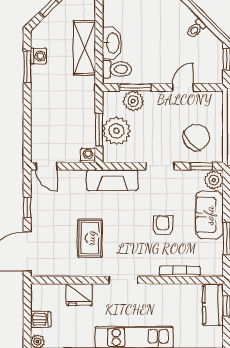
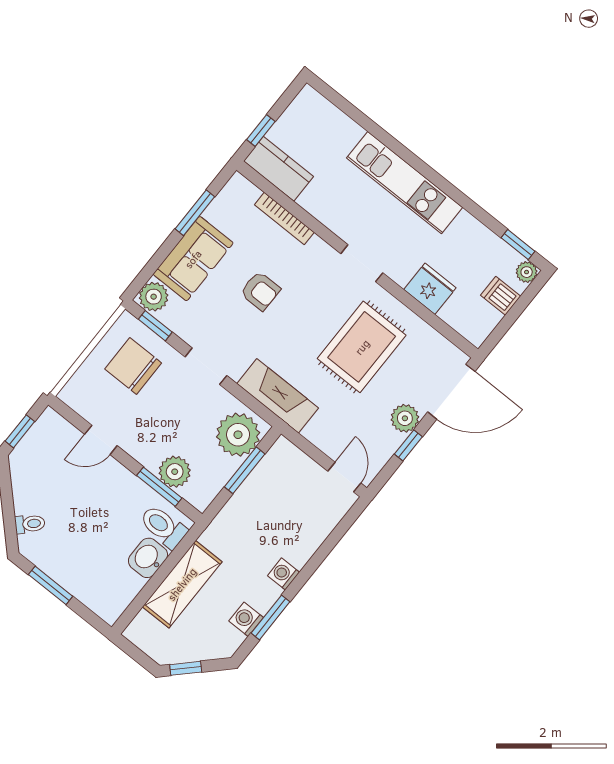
toilet: (196, 28) -> (30, 524), moved
washbasin: (112, 43) -> (148, 558), width x0.72
plant: (116, 131) -> (238, 435), moved
chair: (196, 137) -> (133, 366), turned 42
washing machine: (88, 155) -> (284, 574), moved, turned 90
plant: (40, 220) -> (405, 418), added
armchair: (163, 226) -> (260, 291), turned -90
rug: (90, 238) -> (362, 347), width x1.36, depth x1.43
kitchen counter: (213, 305) -> (278, 169), moved, turned -90

